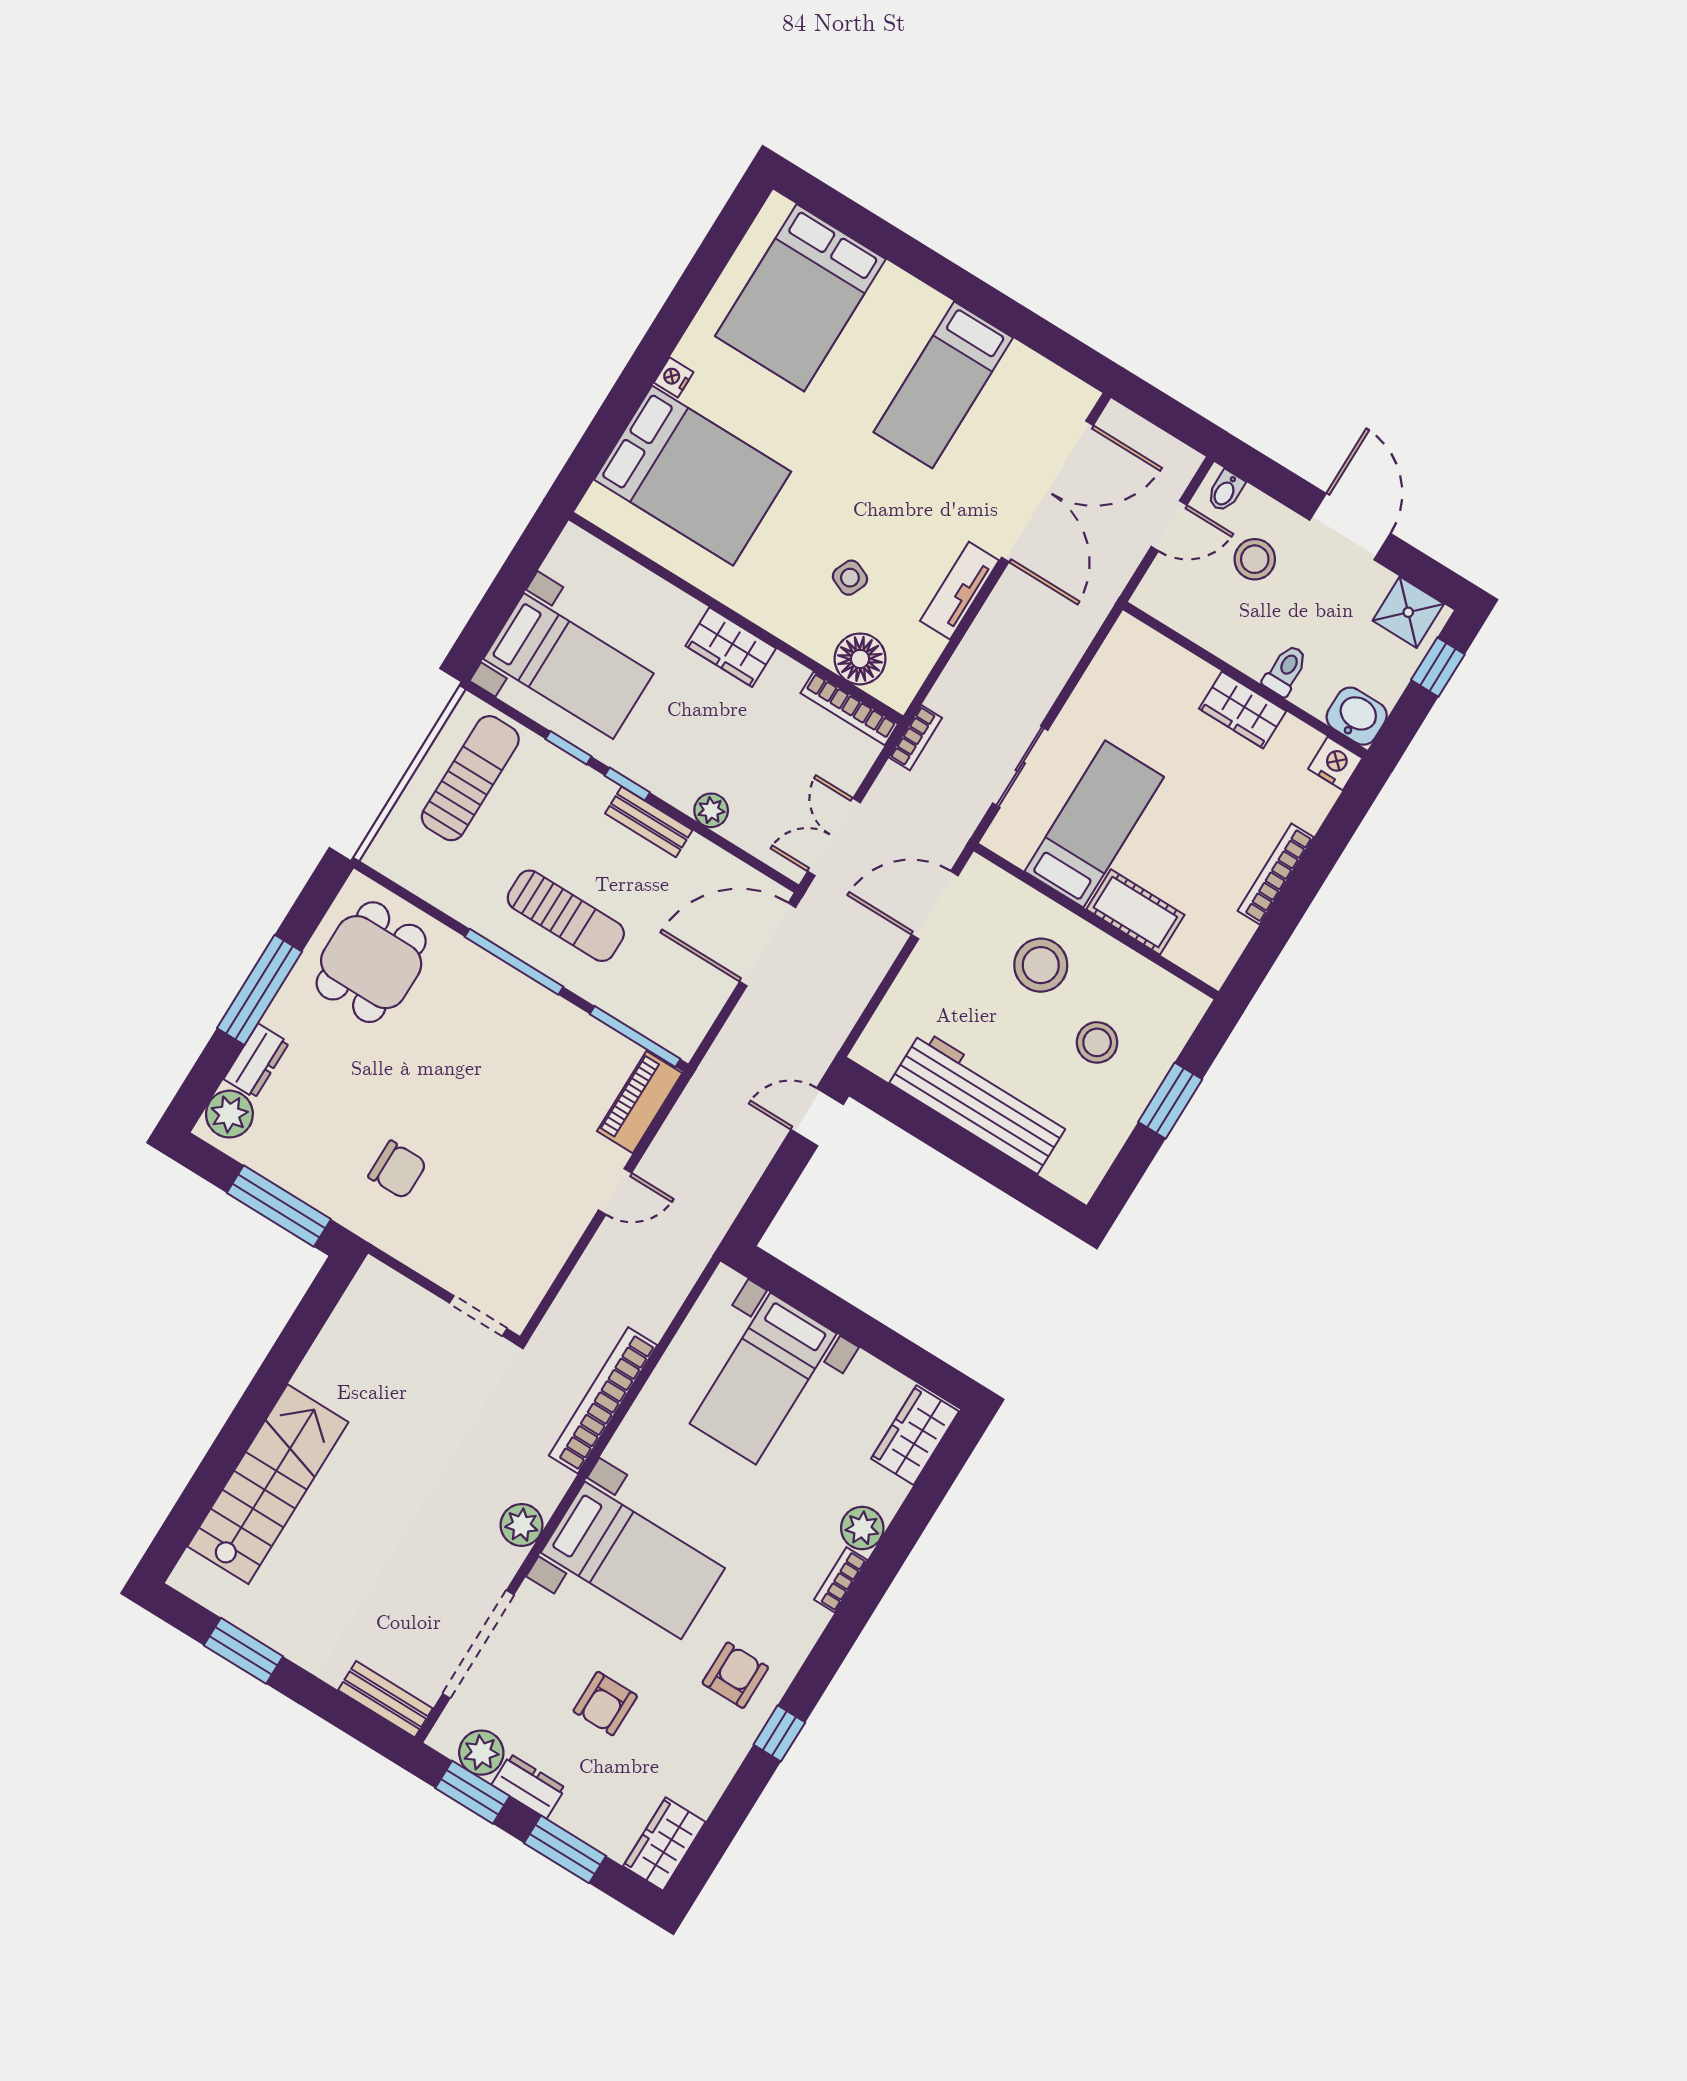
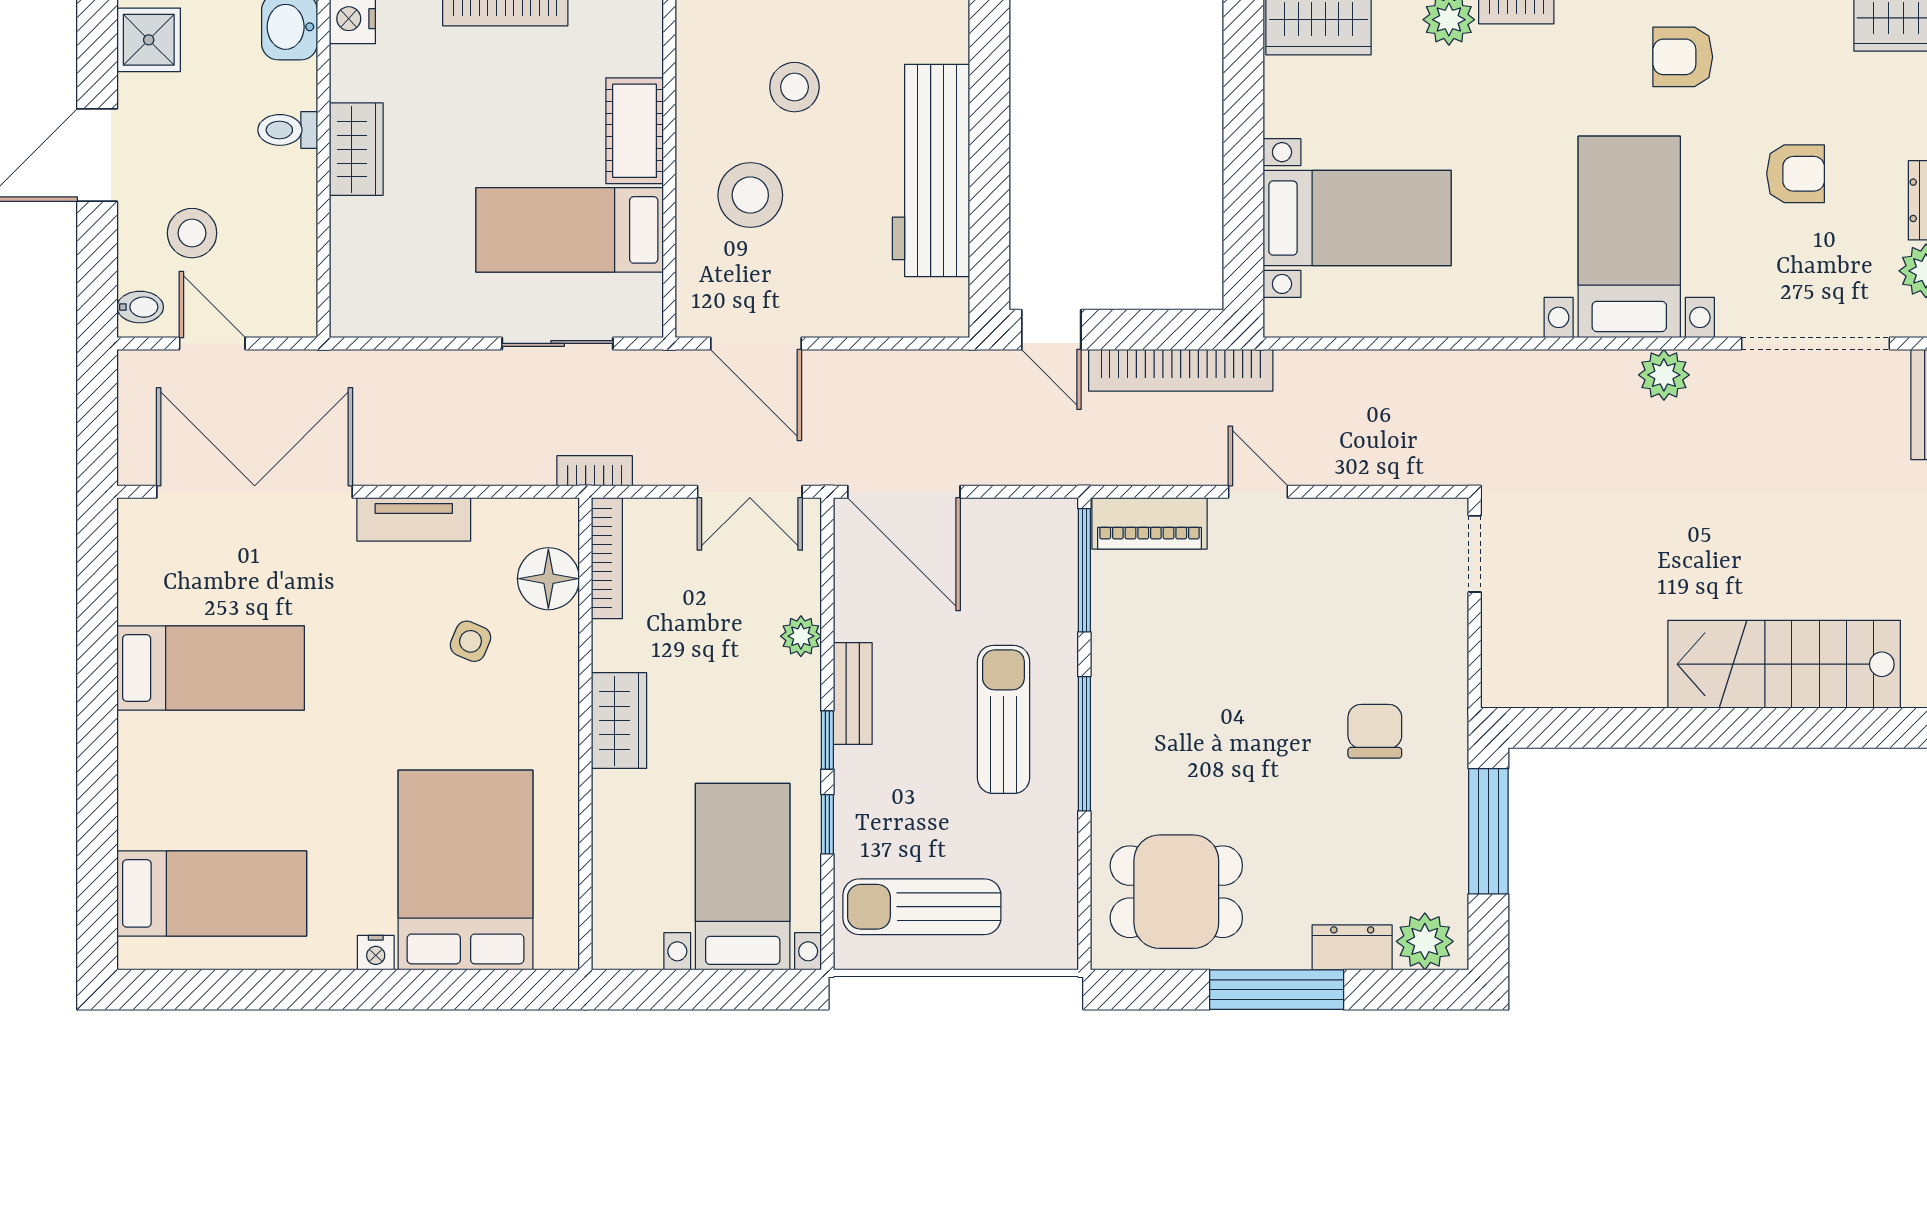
bed: (800, 298) -> (212, 893), width x0.67
bookcase: (603, 1400) -> (1181, 370), moved

